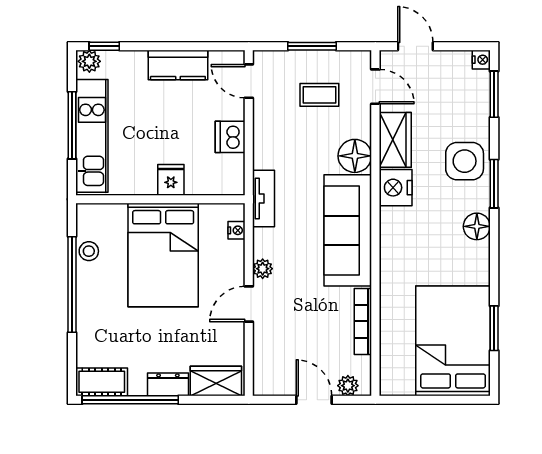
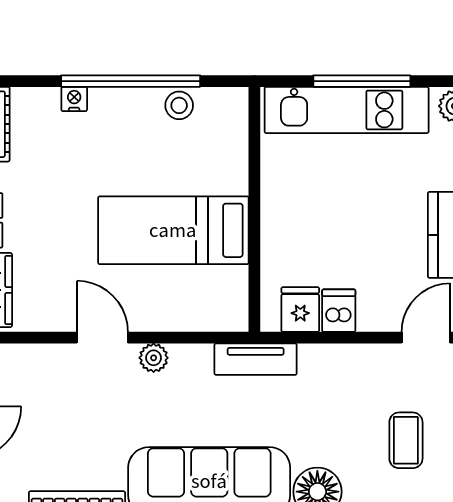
dishwasher: (230, 137) -> (339, 311), width x0.73
fridge: (171, 180) -> (300, 310), moved, turned -90
nightstand: (236, 230) -> (74, 99), moved, turned 180
bed: (163, 255) -> (173, 230), width x0.67

